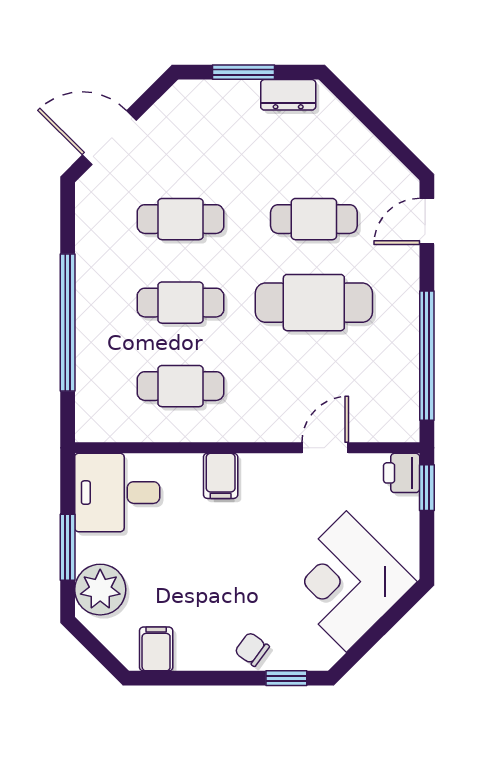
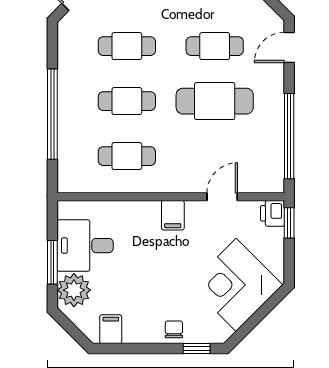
filing cabinet: (221, 476) -> (173, 215), moved
desk: (117, 493) -> (85, 246), moved
chair: (252, 649) -> (174, 329), turned 54

